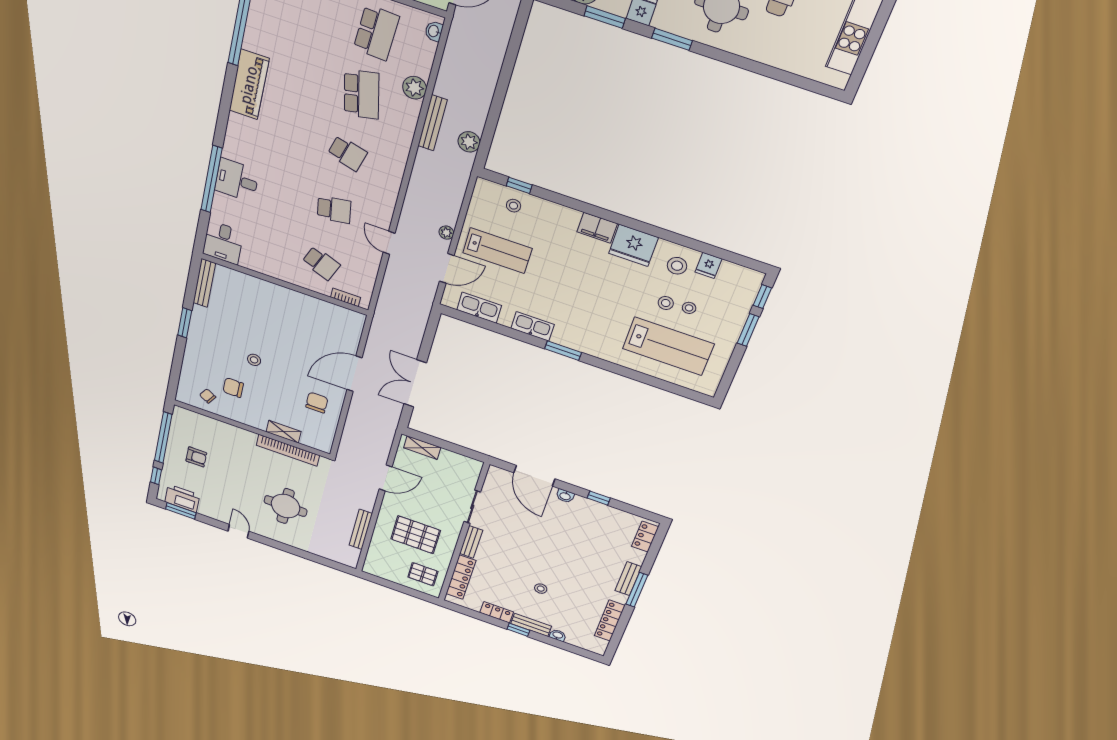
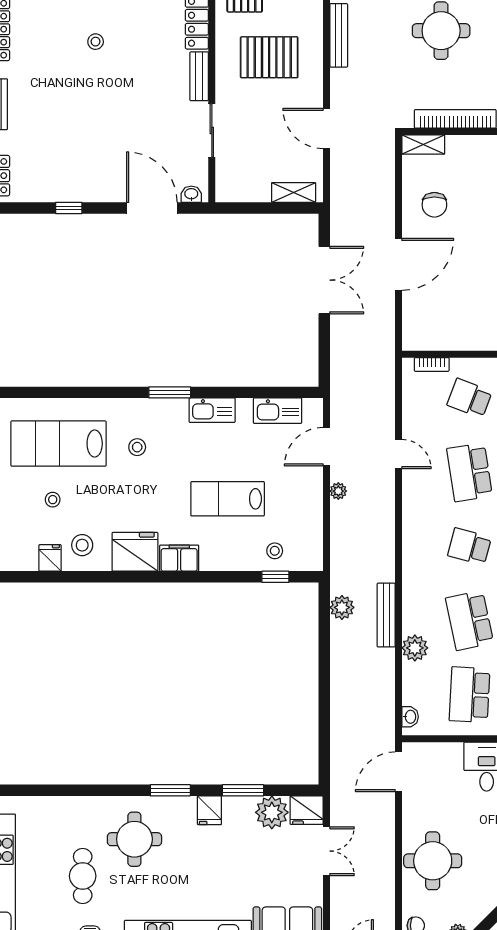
school desk: (334, 209) -> (470, 472), width x1.85
lab bench: (497, 251) -> (228, 499), moved
stool: (666, 303) -> (137, 447), moved
shelving: (284, 432) -> (423, 145), moved
door: (386, 478) -> (326, 128), hinge flipped
washbasin: (565, 496) -> (191, 194), moved

